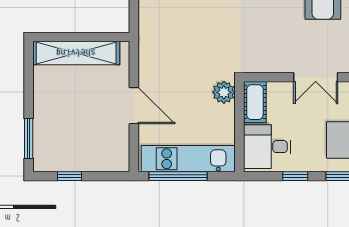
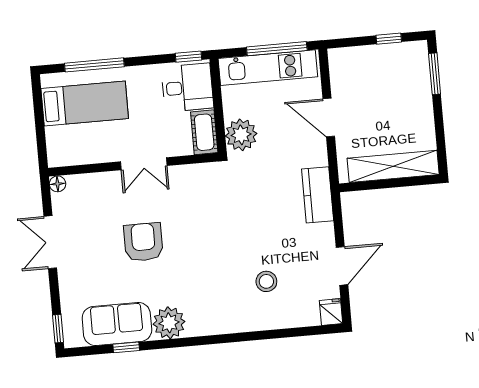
kitchen counter: (151, 32) -> (318, 195), added
double door: (316, 77) -> (144, 164), swing flipped
plant: (224, 92) -> (241, 135), width x1.36, depth x1.36
window: (295, 176) -> (188, 57), moved

